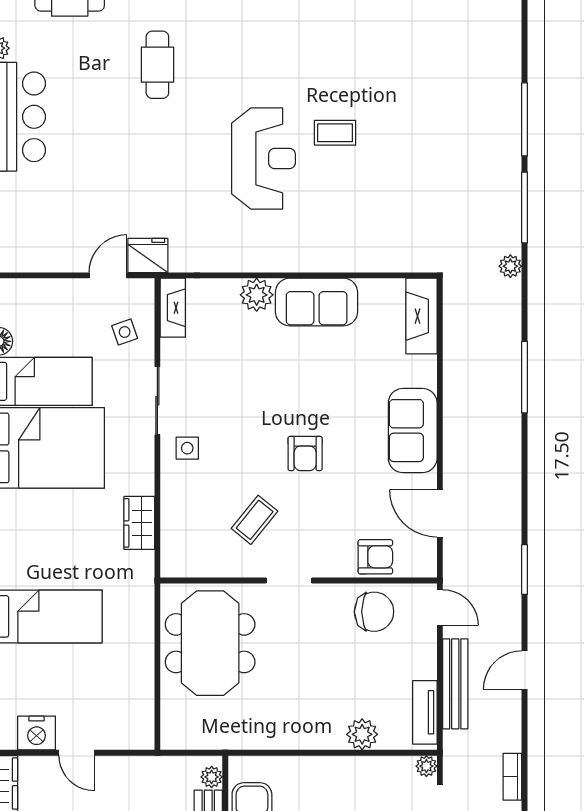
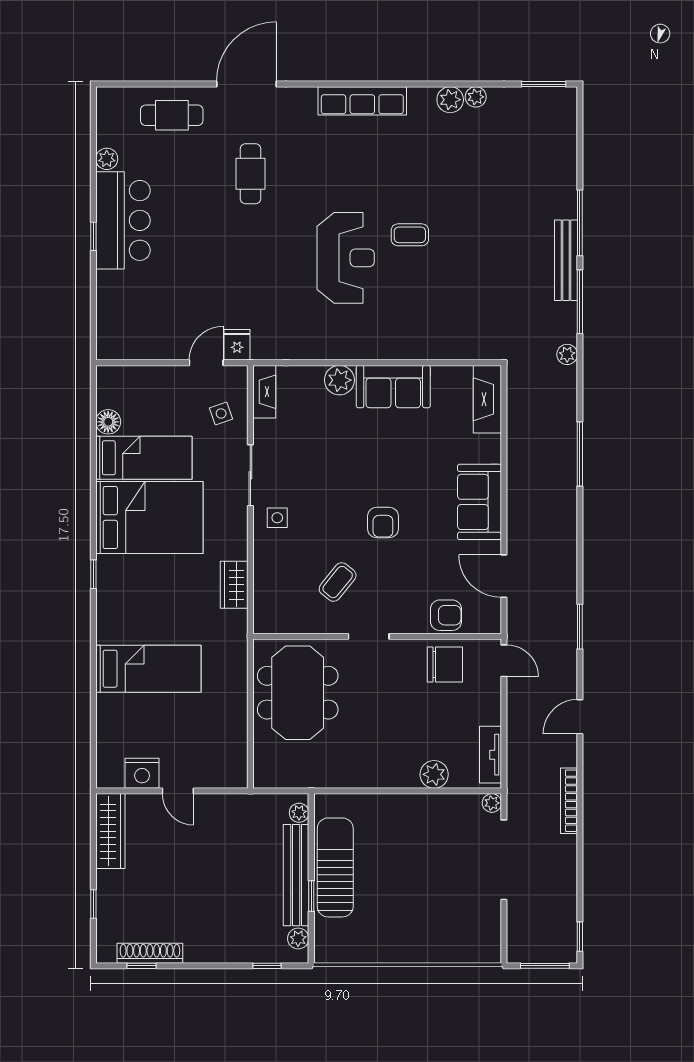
fridge: (148, 255) -> (237, 345), width x0.72
bench: (455, 684) -> (566, 260), moved
bookcase: (512, 777) -> (569, 801), width x1.56

